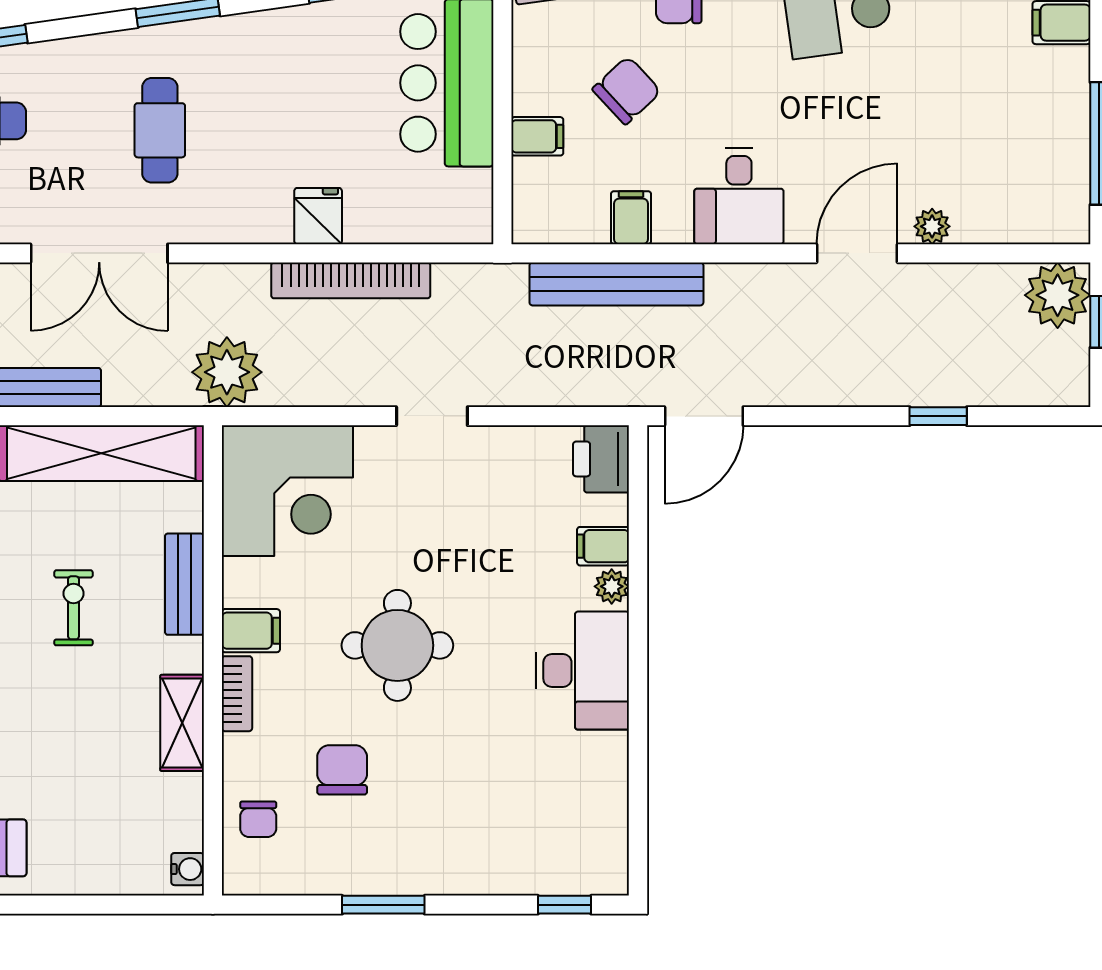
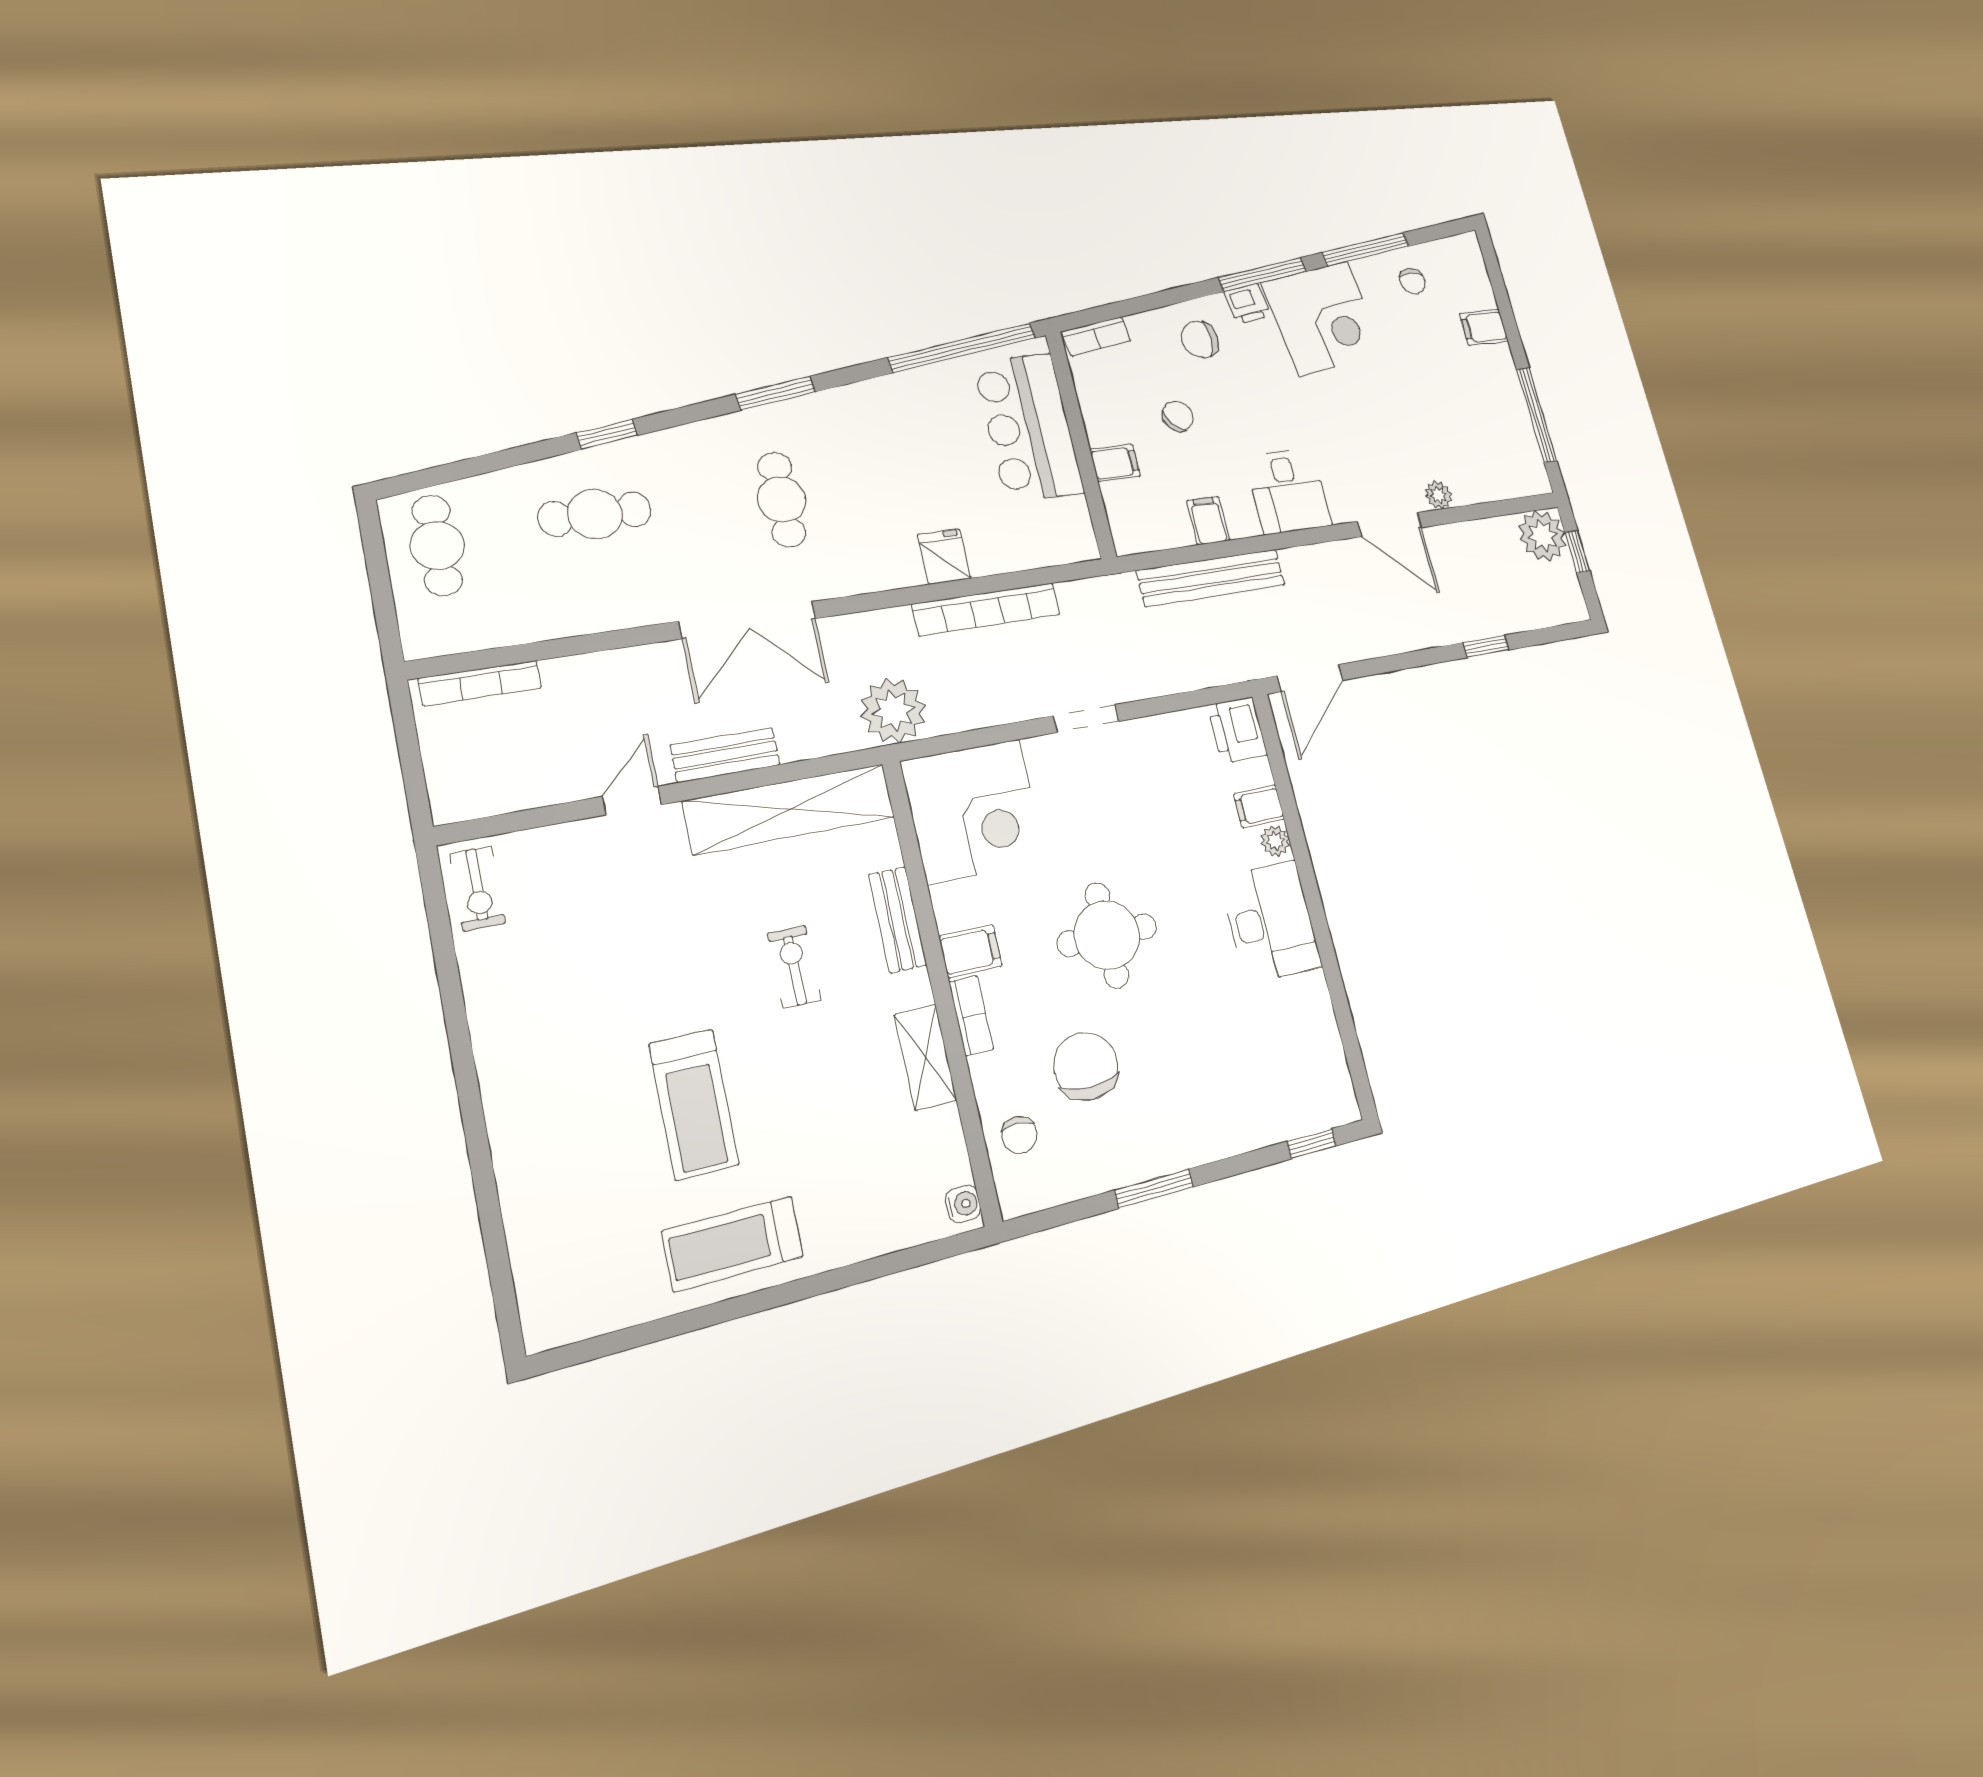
chair: (627, 90) -> (1178, 416), width x0.73, depth x0.73
door: (857, 253) -> (1390, 524), swing flipped
chair: (342, 770) -> (1086, 1066), width x1.37, depth x1.37

